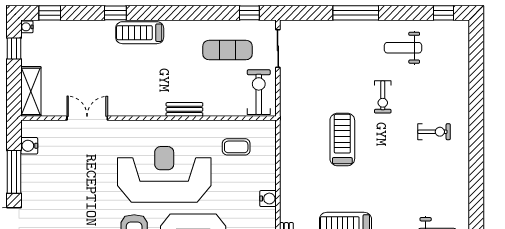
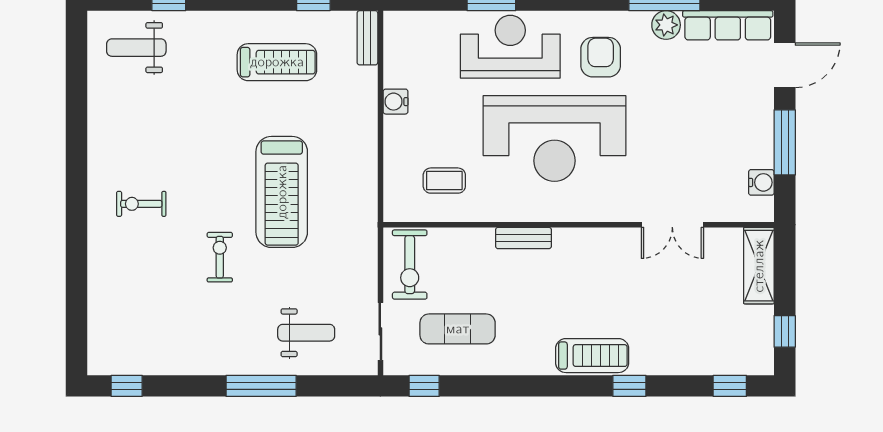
water cooler: (27, 27) -> (765, 364), removed
weight bench: (403, 48) -> (306, 333), moved
treadmill: (342, 140) -> (282, 192), width x1.37, depth x1.38

